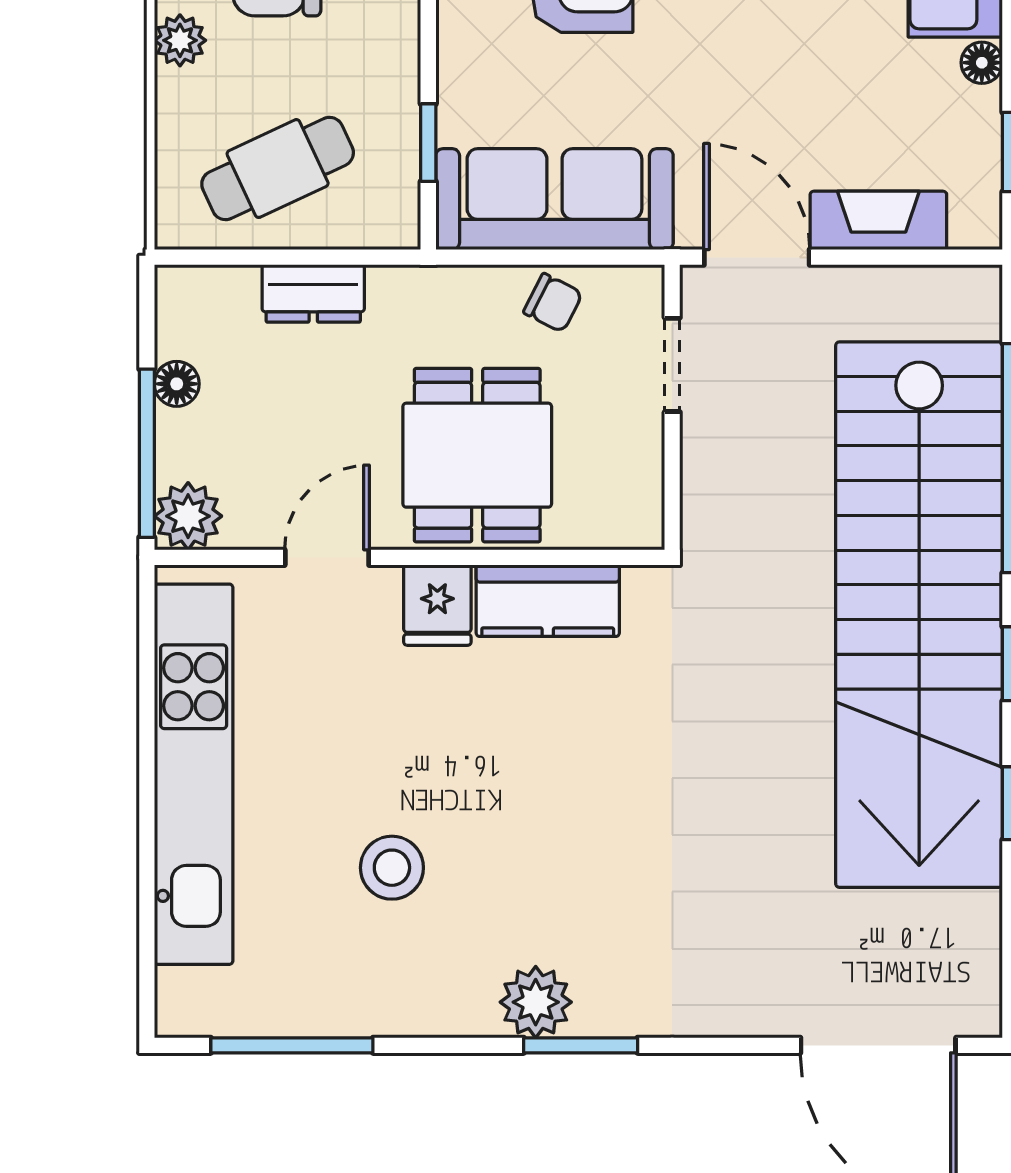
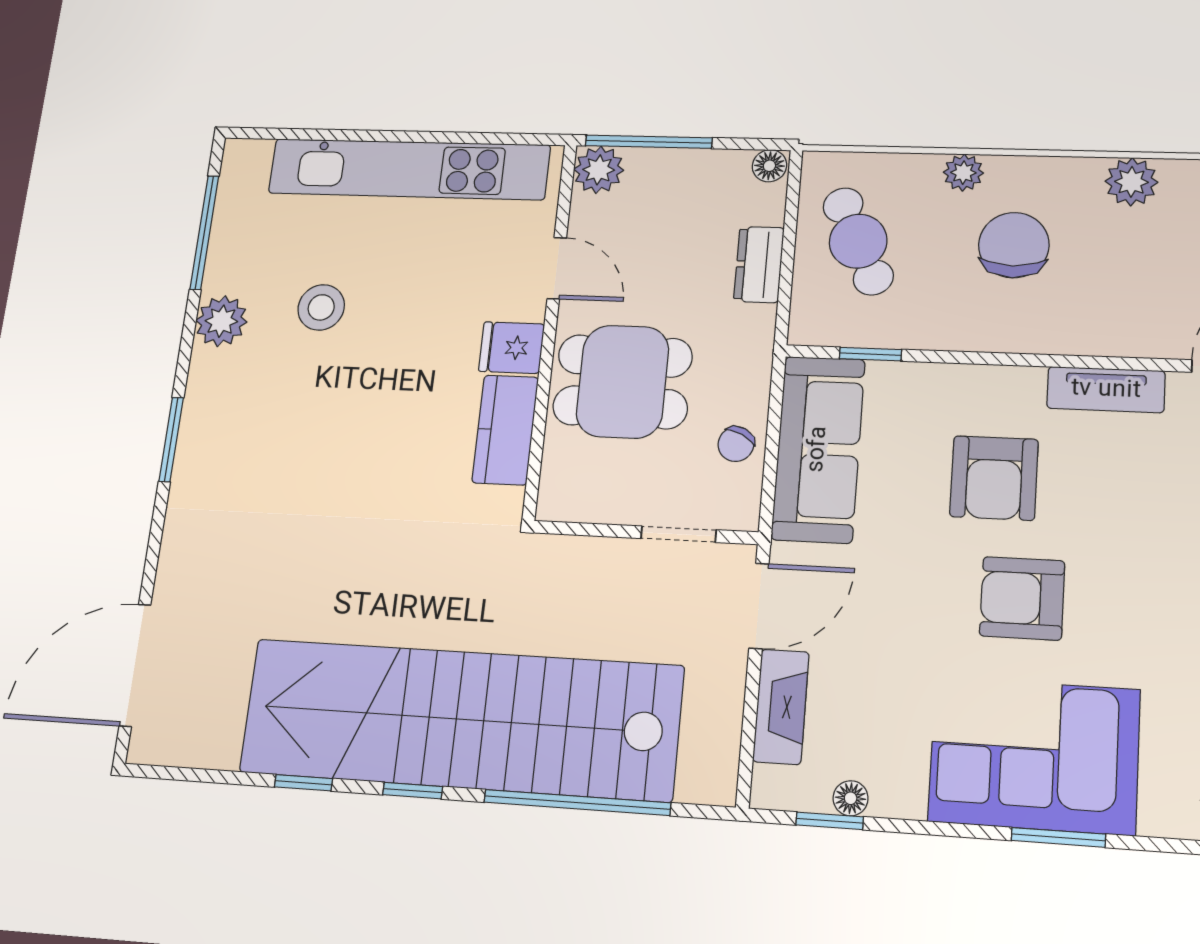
floor lamp: (982, 63) -> (851, 798), moved
floor lamp: (177, 384) -> (769, 166), moved
plant: (536, 1002) -> (221, 321), moved

